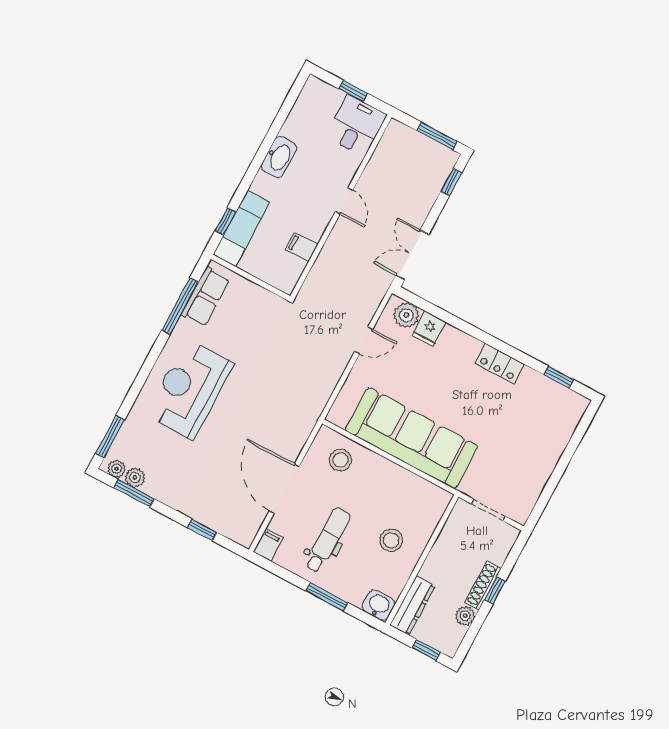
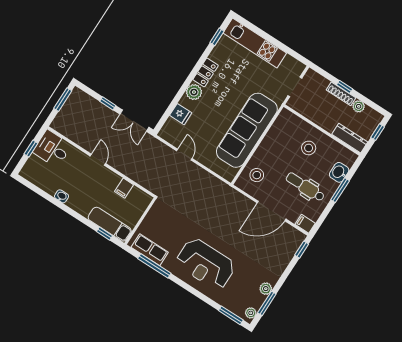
washbasin: (279, 157) -> (62, 196), width x0.52, depth x0.69
window: (451, 182) -> (108, 103), moved
door: (344, 201) -> (98, 160), hinge flipped
plant: (406, 315) -> (194, 92), moved
kitchen unit: (554, 439) -> (255, 43), added
plant: (135, 478) -> (266, 289), moved
window: (202, 530) -> (302, 250), moved
washbasin: (378, 605) -> (339, 172), moved

